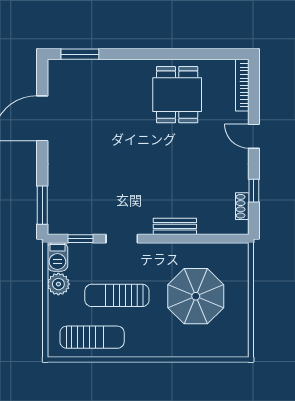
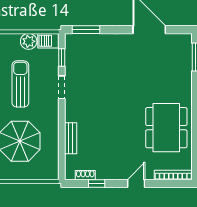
dining table: (177, 95) -> (166, 128), width x1.38
bench: (175, 226) -> (71, 138), moved

